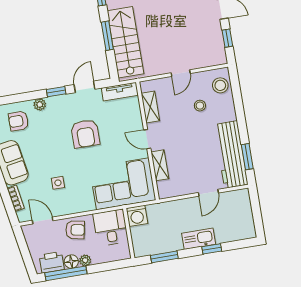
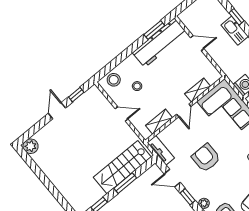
armchair: (85, 134) -> (206, 158), turned -90

